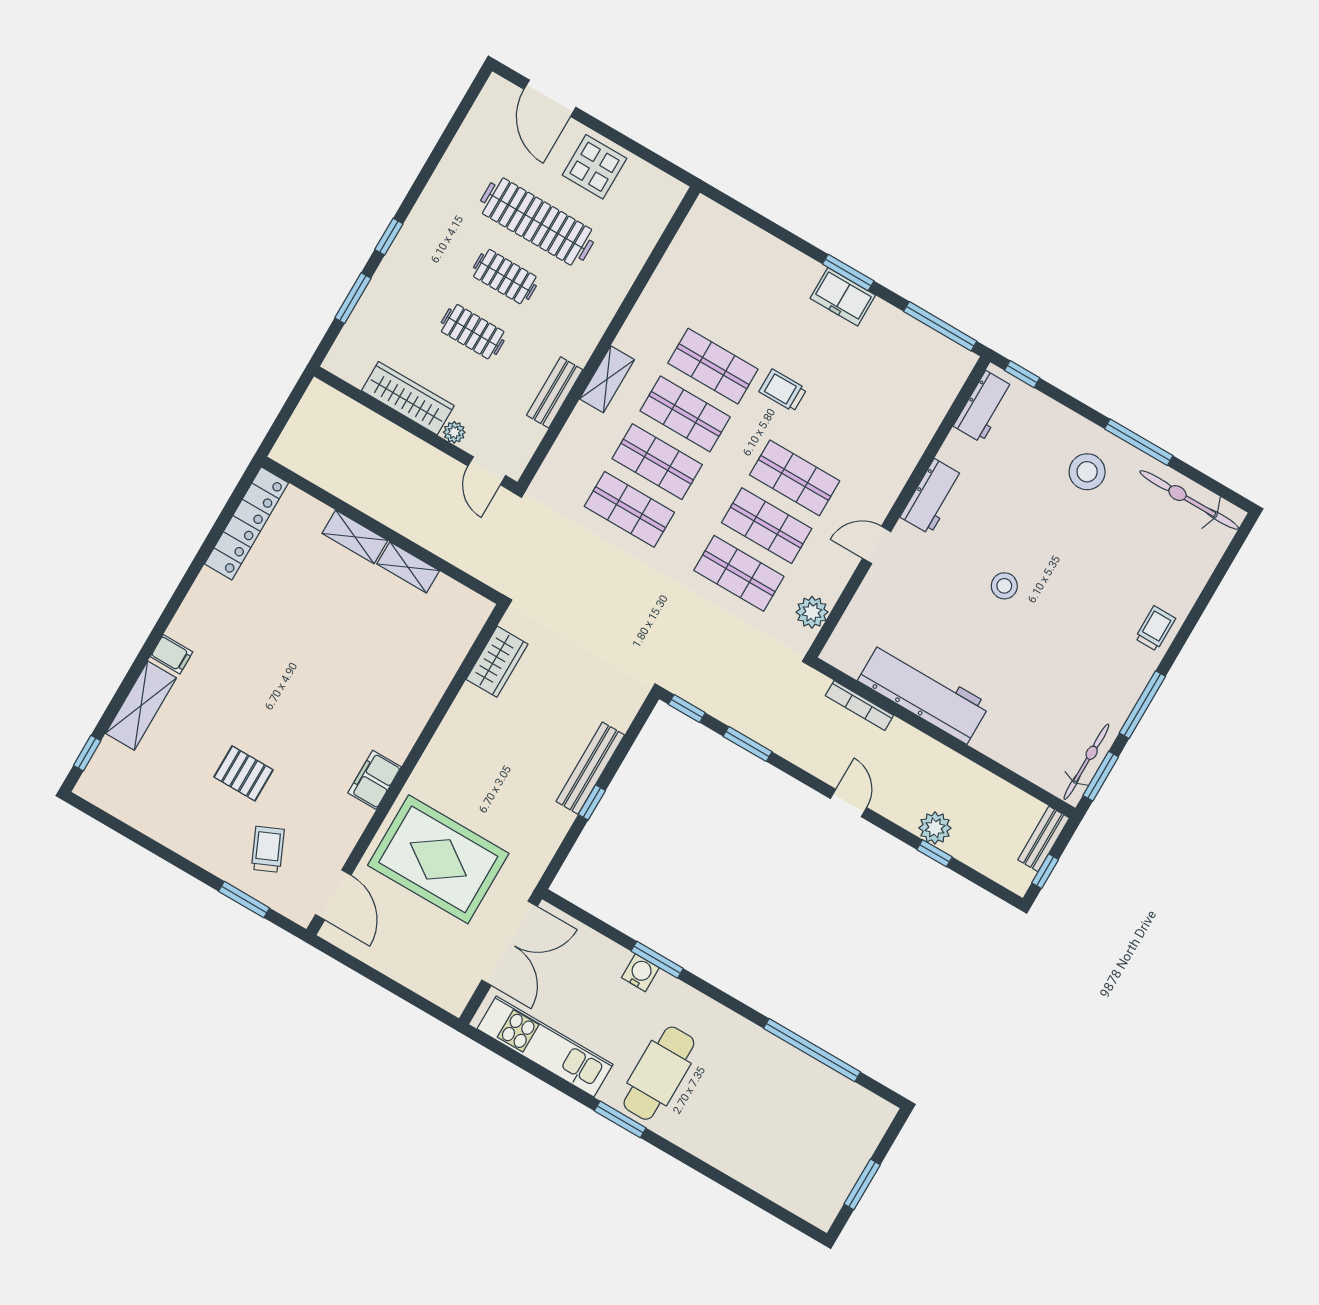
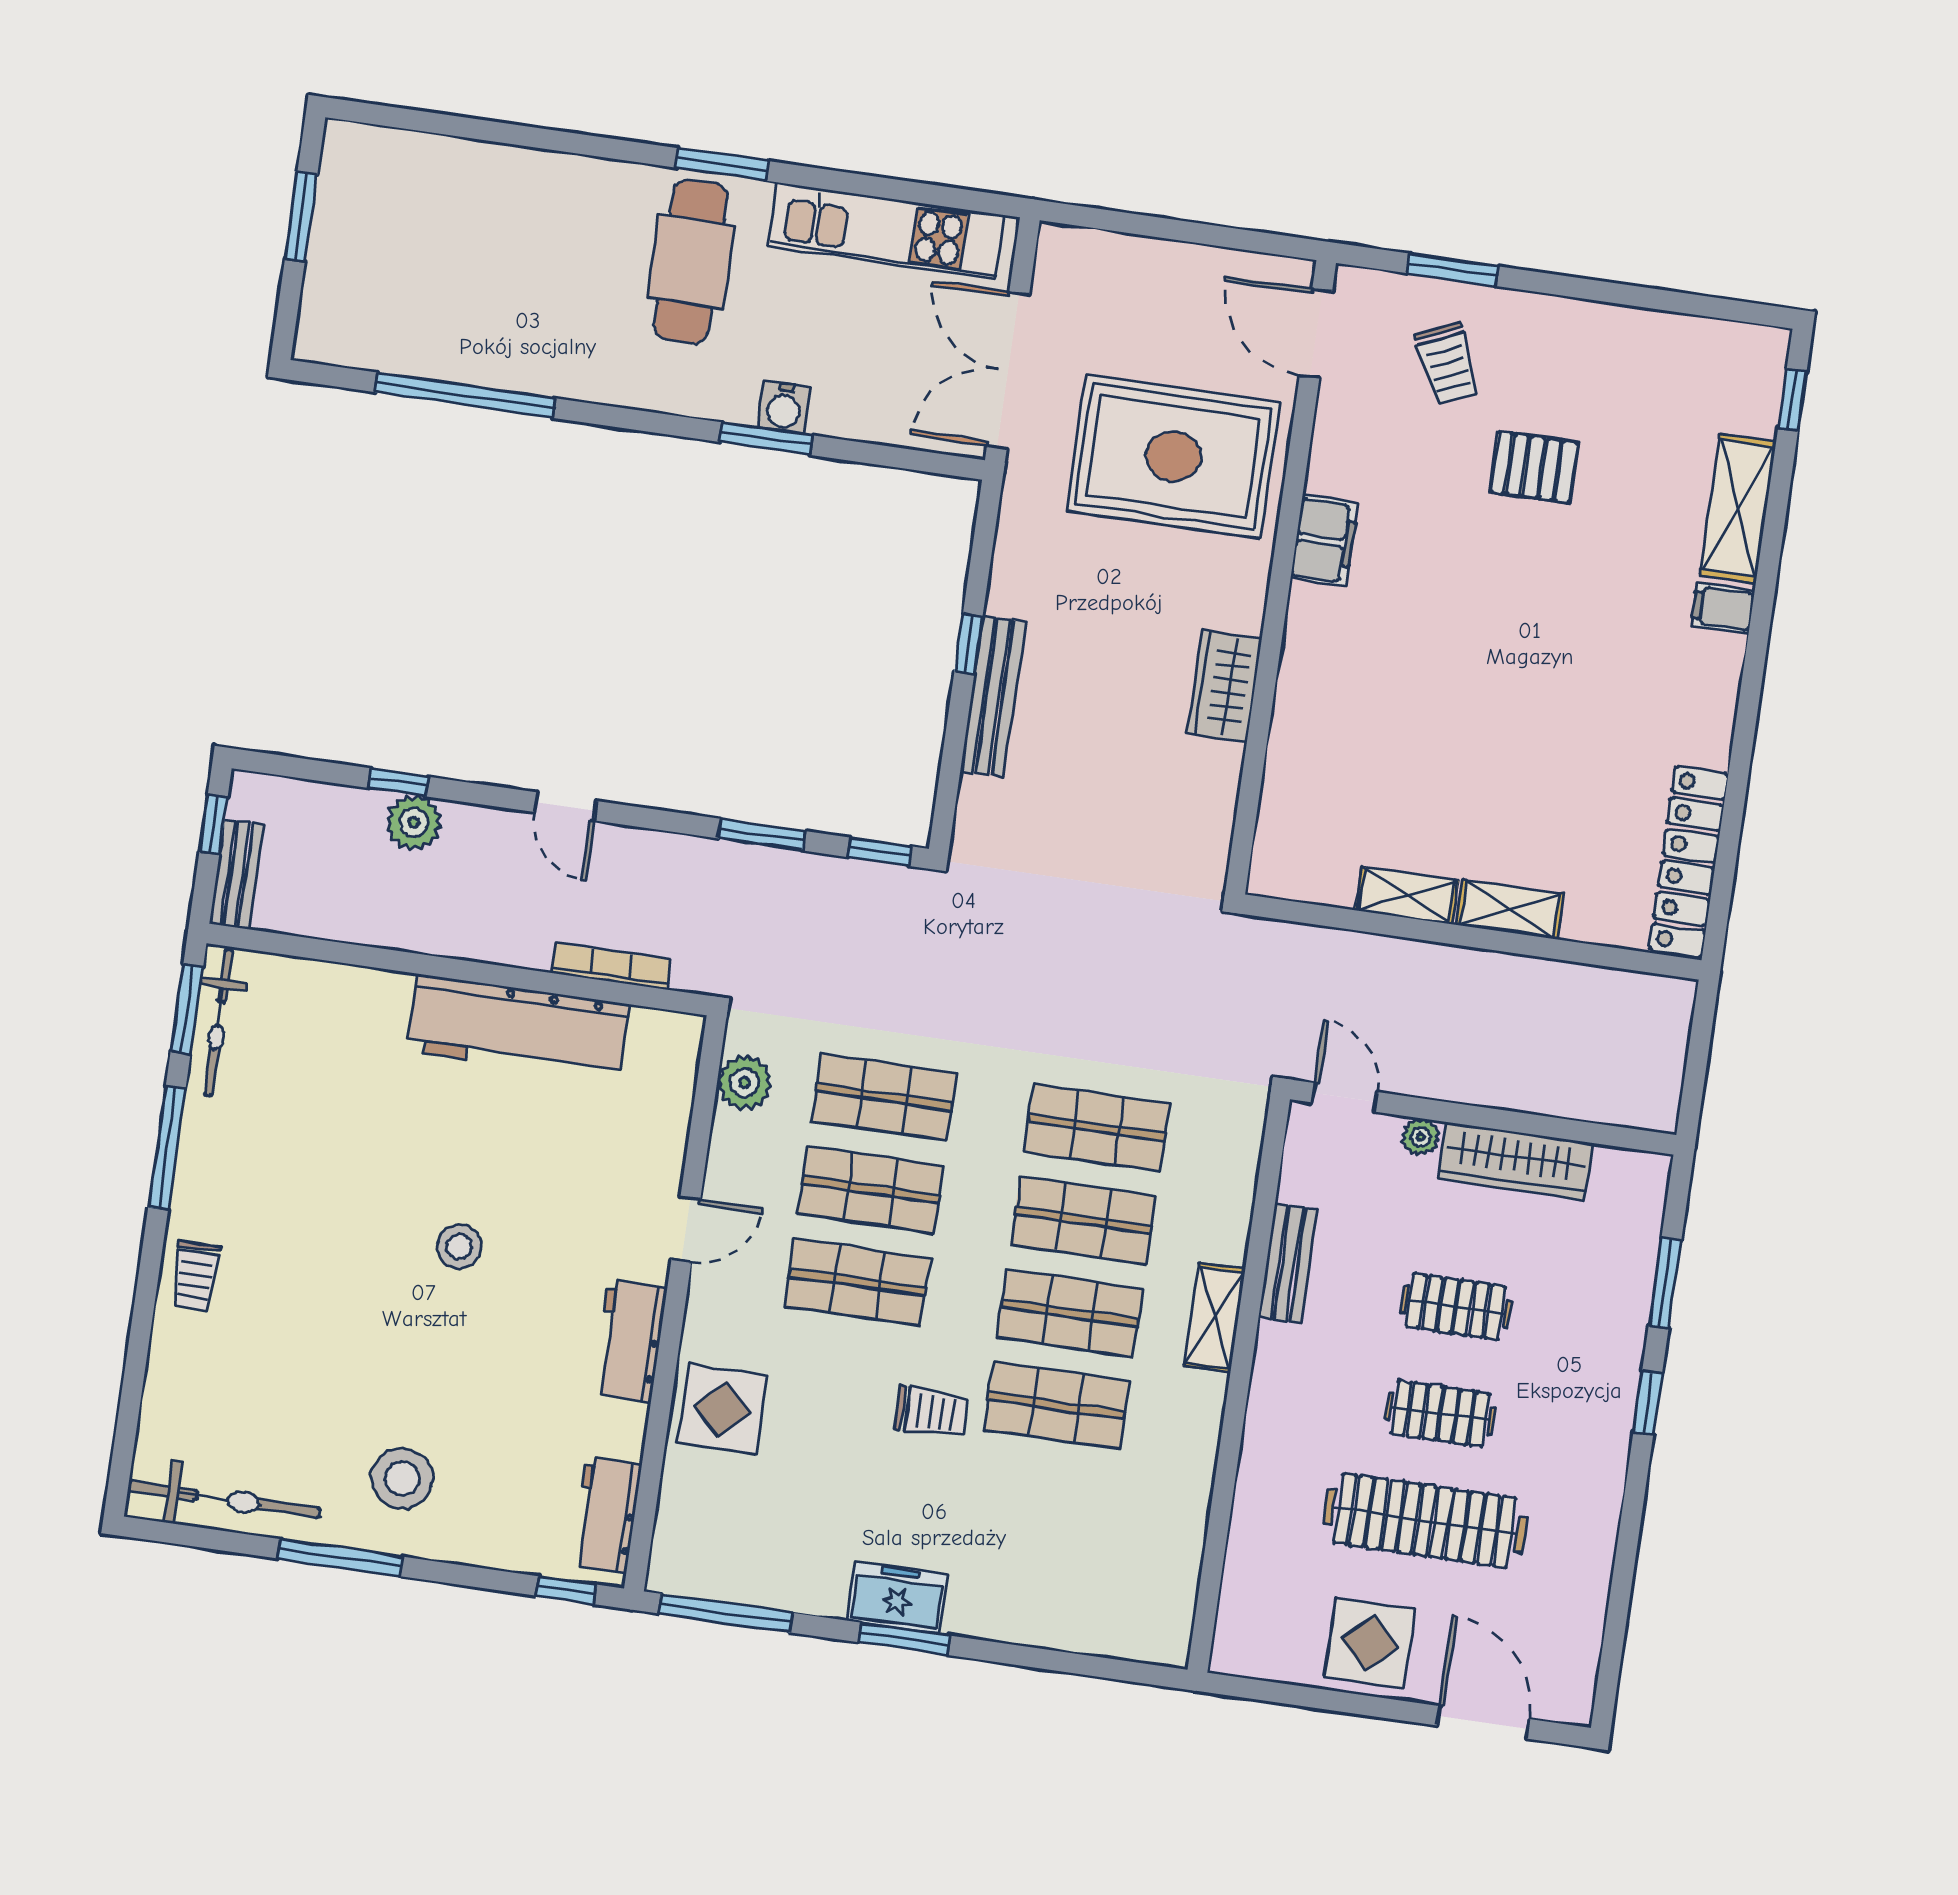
display table: (897, 438) -> (722, 1409), added
wardrobe: (497, 662) -> (1224, 686), moved

